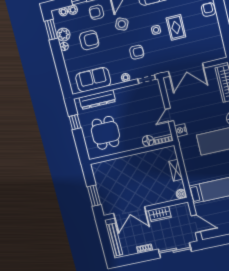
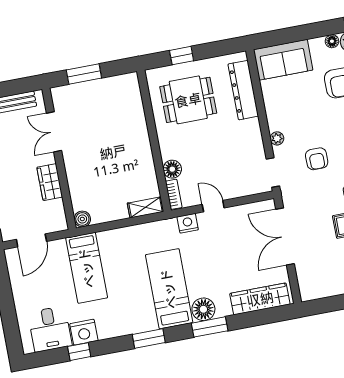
sofa: (93, 80) -> (283, 60), moved, turned 90
window: (75, 122) -> (182, 56), moved
shelving: (176, 170) -> (146, 207), moved
double door: (130, 212) -> (54, 132), width x0.73

